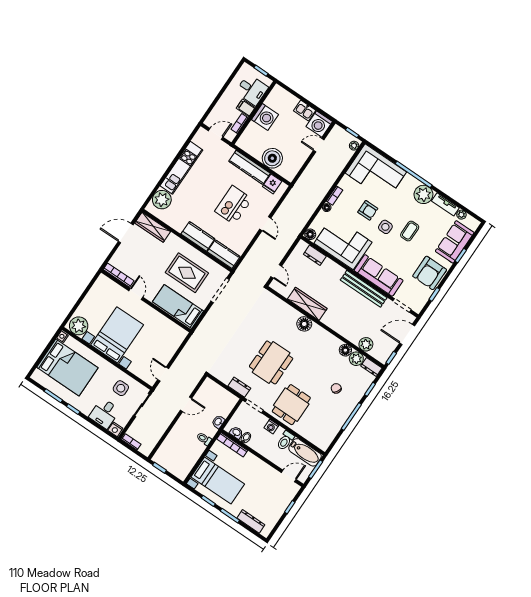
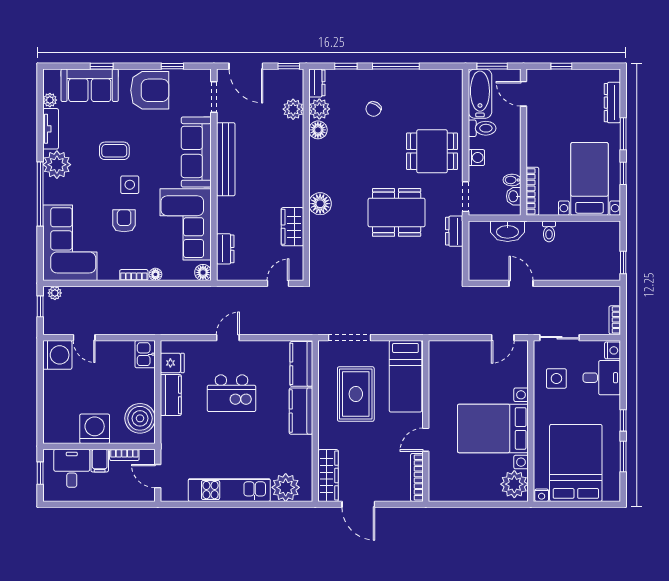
kitchen sink: (305, 110) -> (145, 354), moved, turned 180
boiler: (272, 158) -> (140, 418), moved
kitchen counter: (249, 167) -> (171, 395), width x0.67
wardrobe: (307, 304) -> (292, 227), width x0.67
washbasin: (218, 422) -> (508, 231), width x1.91, depth x1.45

